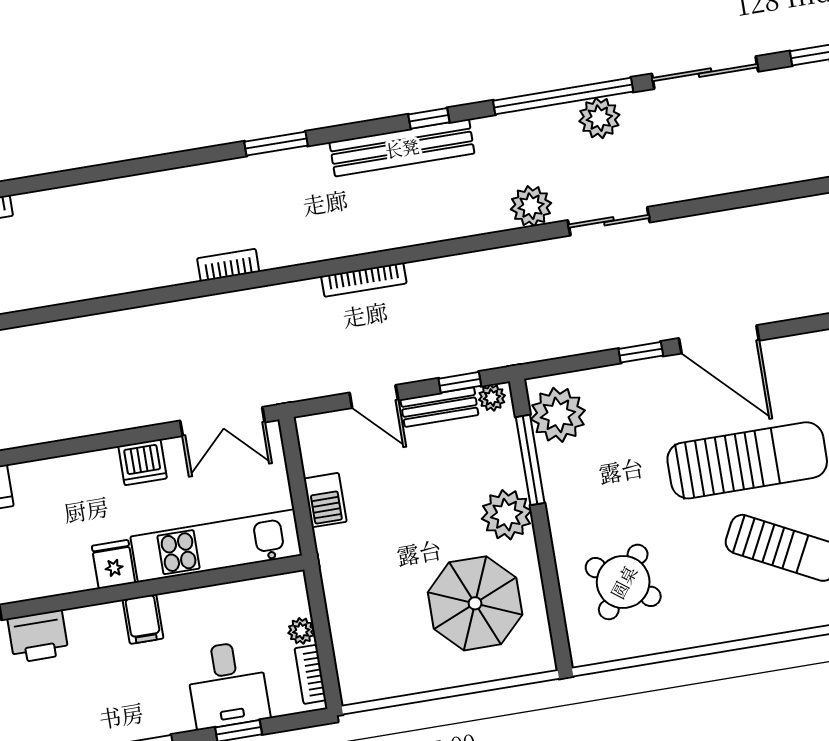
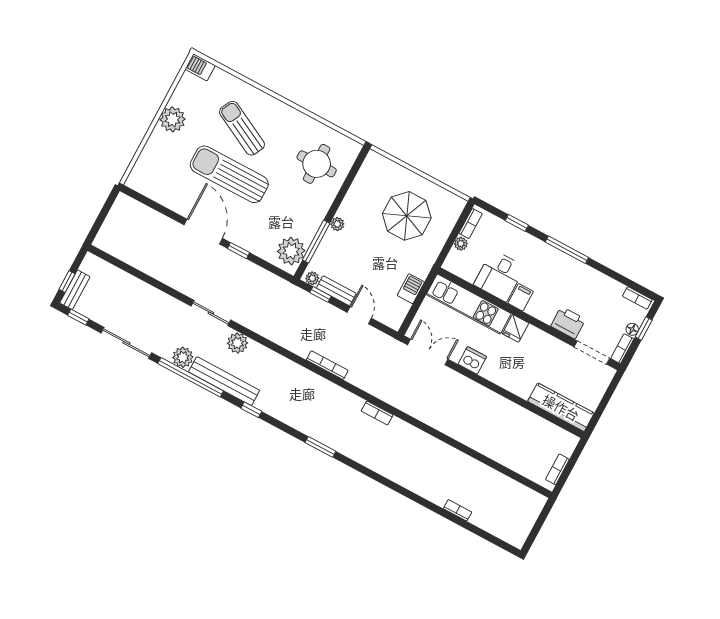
bench: (402, 148) -> (224, 381), moved
plant: (506, 515) -> (337, 224), width x0.53, depth x0.53
round table: (623, 582) -> (317, 164), turned -37
parasol: (475, 603) -> (407, 216), moved
desk: (227, 685) -> (499, 276), moved, turned 180

